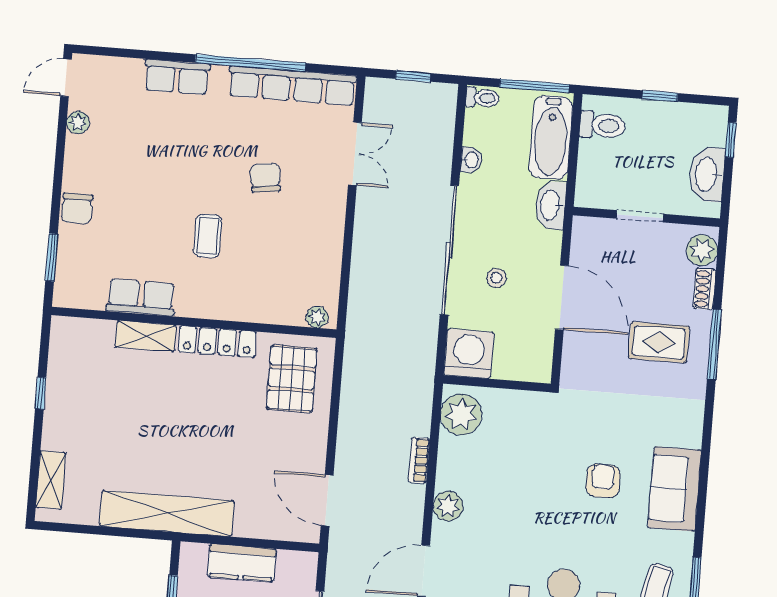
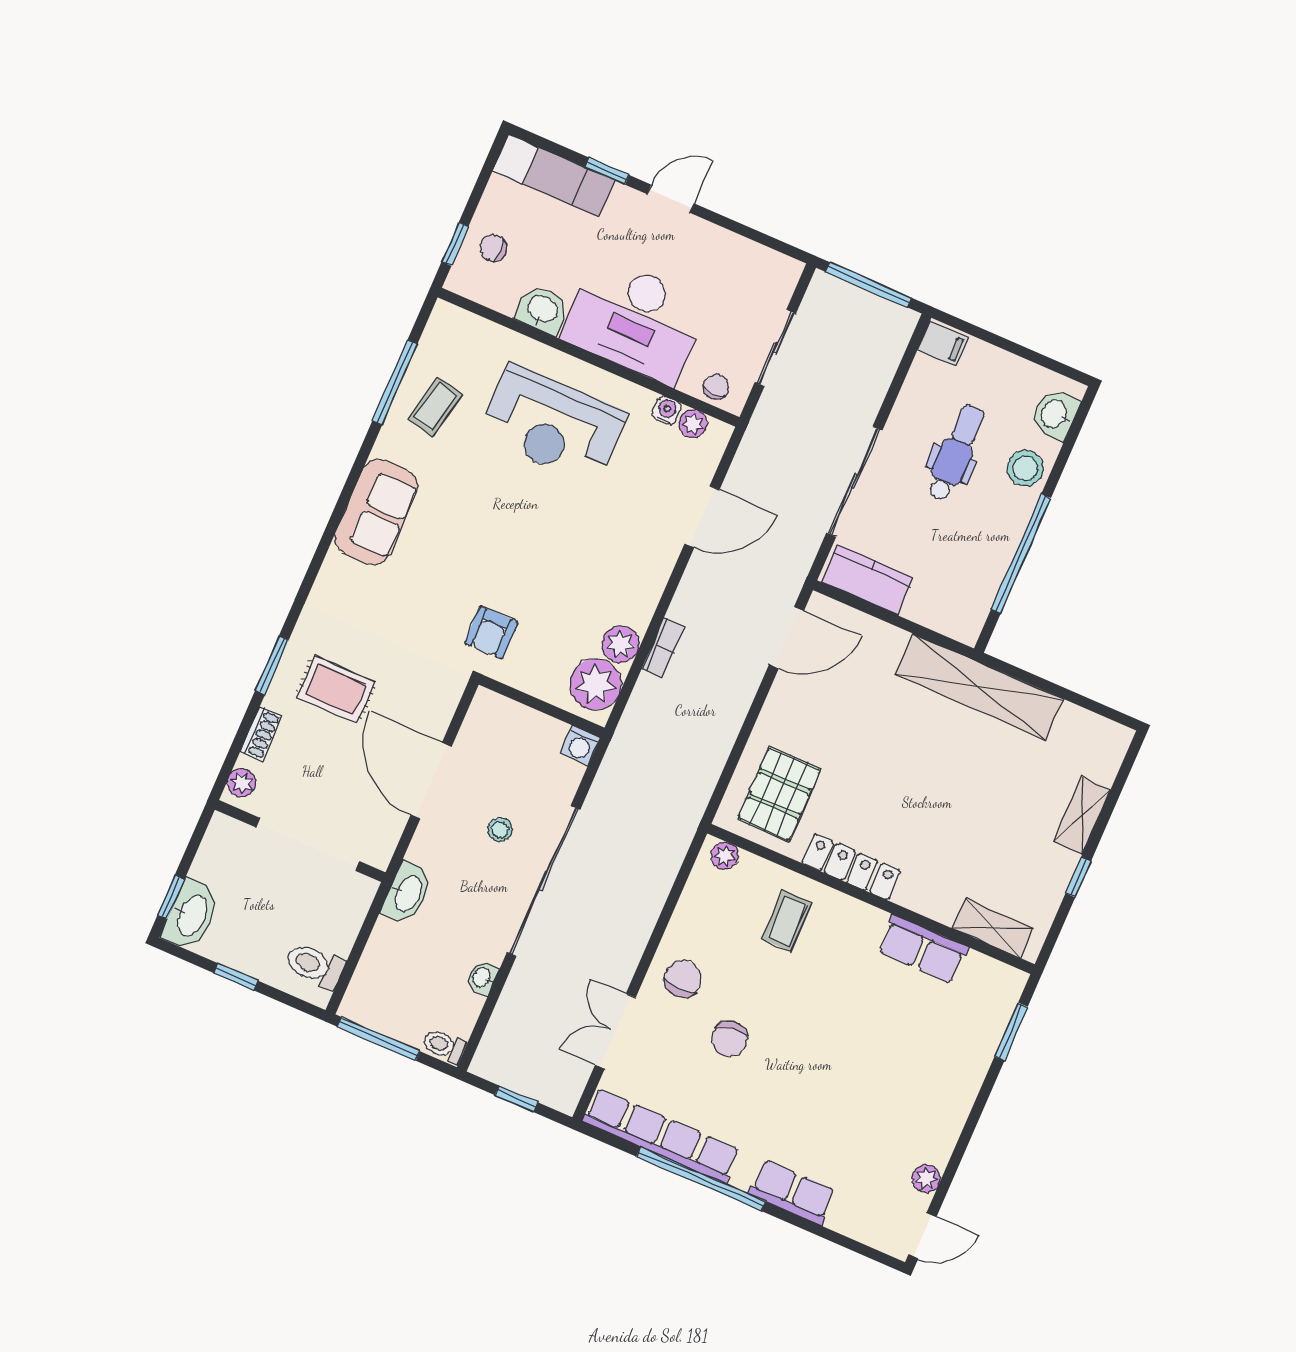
bathtub: (551, 137) -> (380, 972), removed
washbasin: (707, 174) -> (191, 915), moved
chair: (77, 208) -> (683, 979), moved
doorway: (640, 216) -> (308, 844), width x1.88
coffee table: (208, 236) -> (787, 921), moved
plant: (702, 250) -> (242, 783), width x0.73, depth x0.73
shelving: (146, 336) -> (993, 928), moved
window: (714, 344) -> (272, 665), width x0.69
washing machine: (469, 354) -> (580, 745), width x0.53, depth x0.53
shelving: (51, 480) -> (1082, 816), moved
armchair: (603, 481) -> (491, 632), moved
door: (327, 500) -> (786, 638), hinge flipped
plant: (448, 506) -> (621, 644), moved
kitchen counter: (242, 563) -> (867, 580), moved

